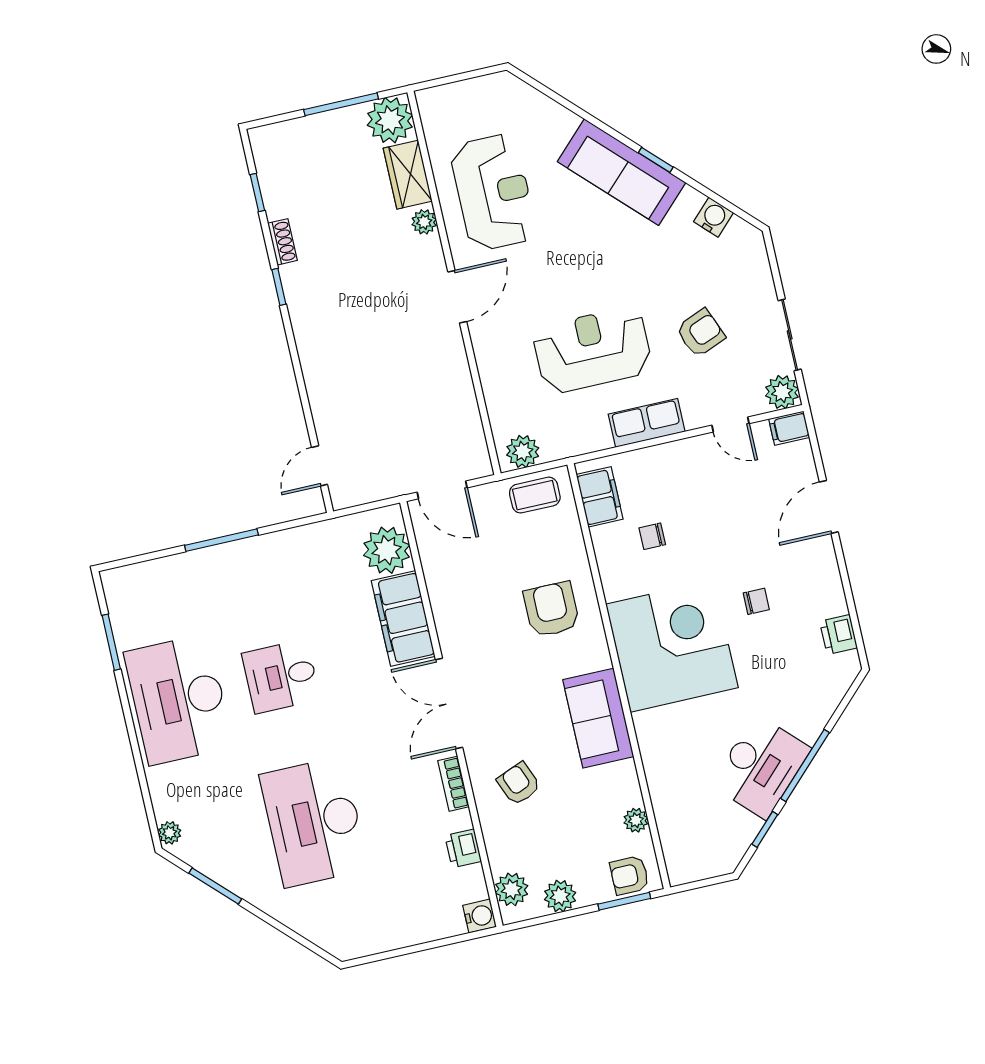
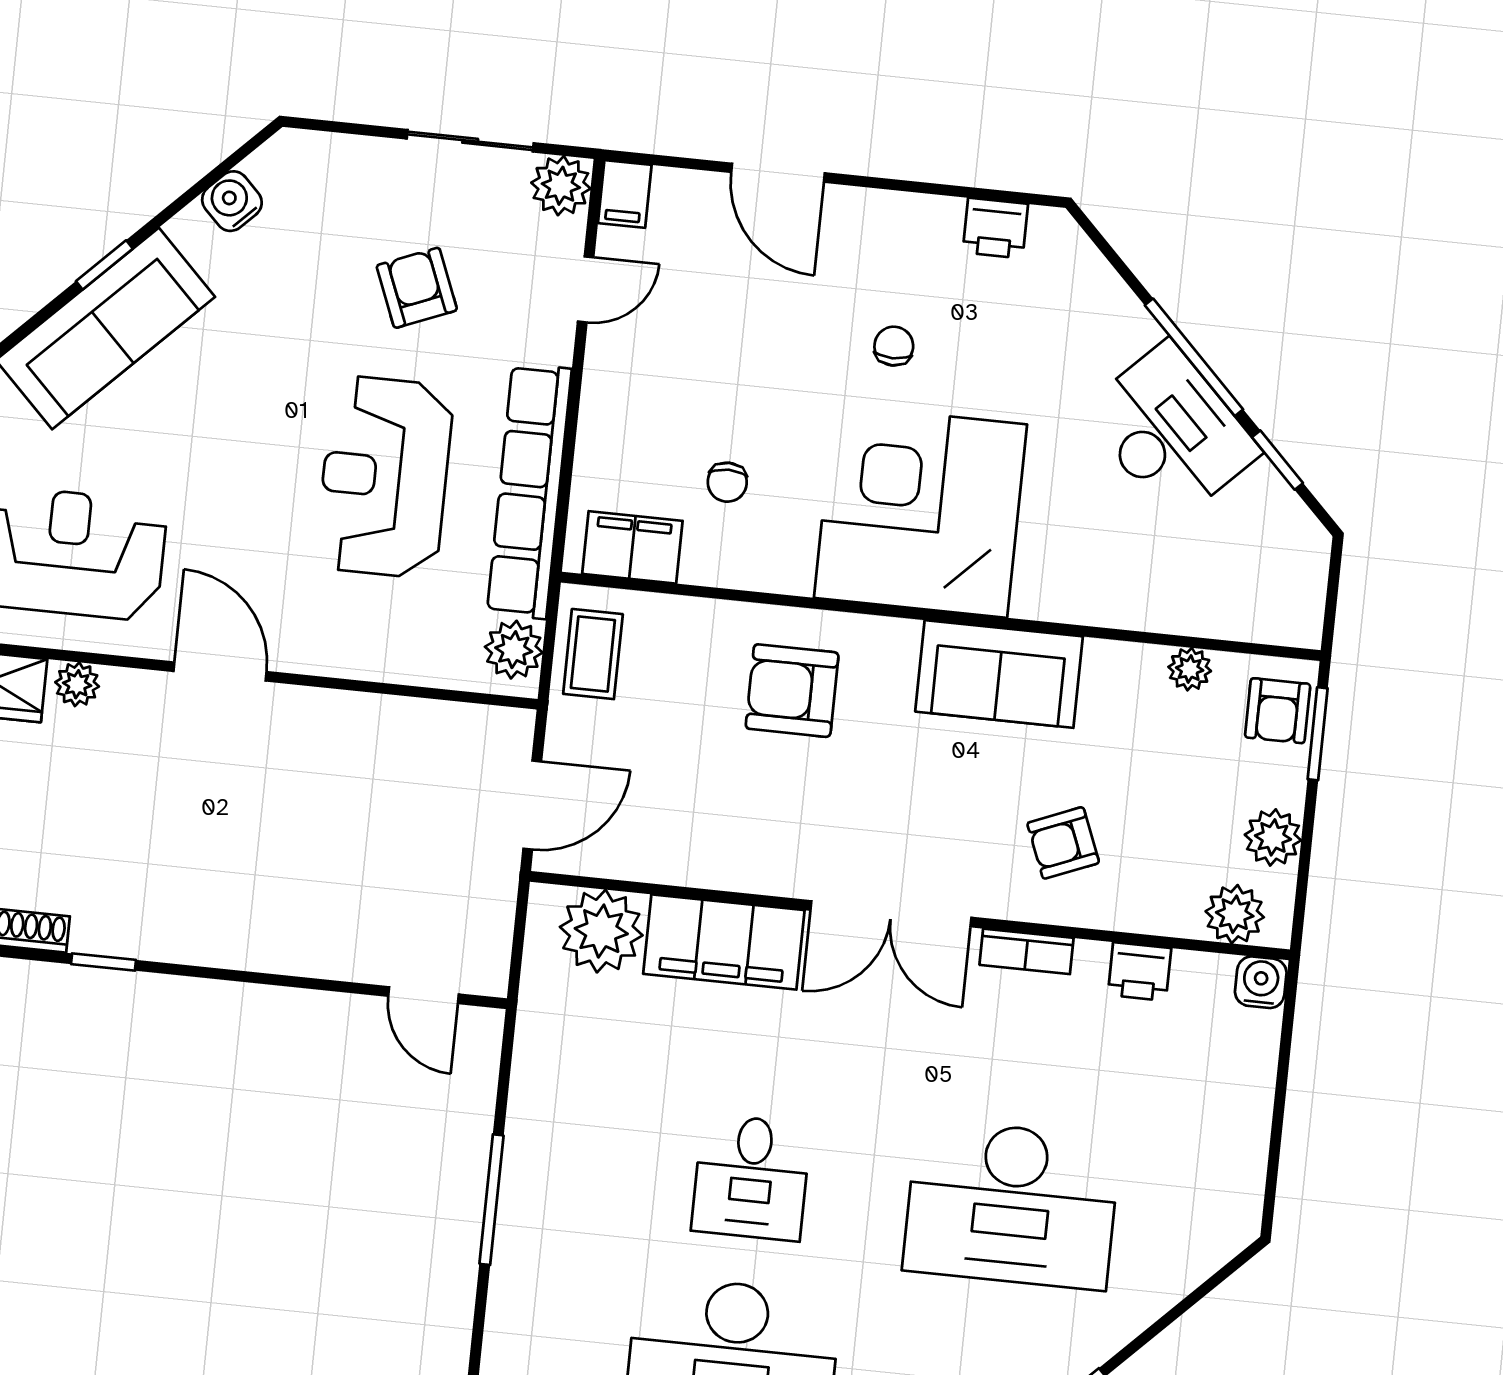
row of seats: (647, 423) -> (529, 491), width x2.02

